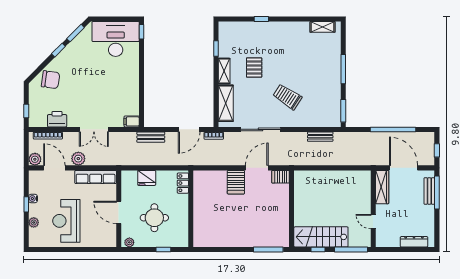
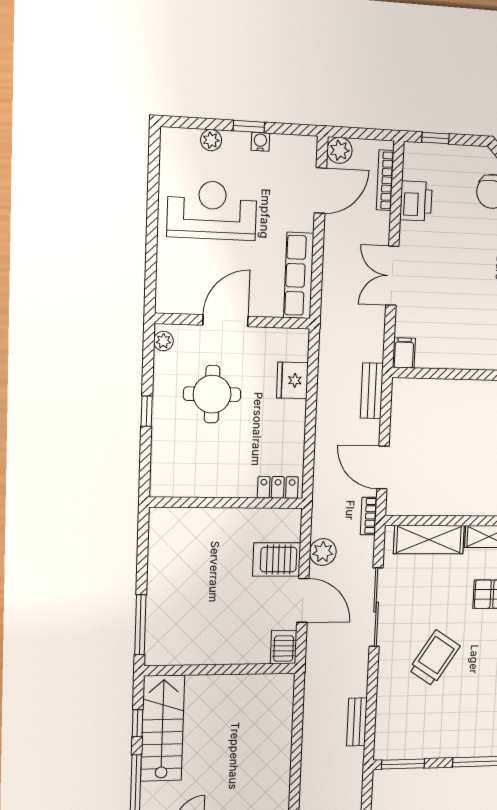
plant: (78, 159) -> (323, 552), moved
locker: (183, 183) -> (278, 487), moved
wall: (191, 209) -> (226, 503), moved

